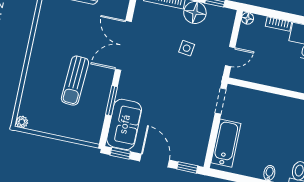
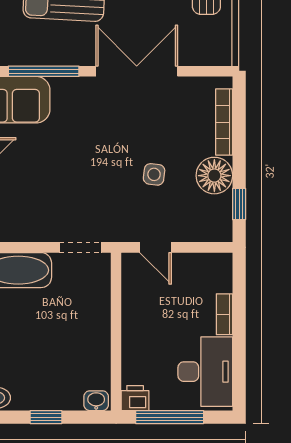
floor lamp: (248, 18) -> (223, 262), removed
window: (112, 101) -> (44, 71), width x1.44

